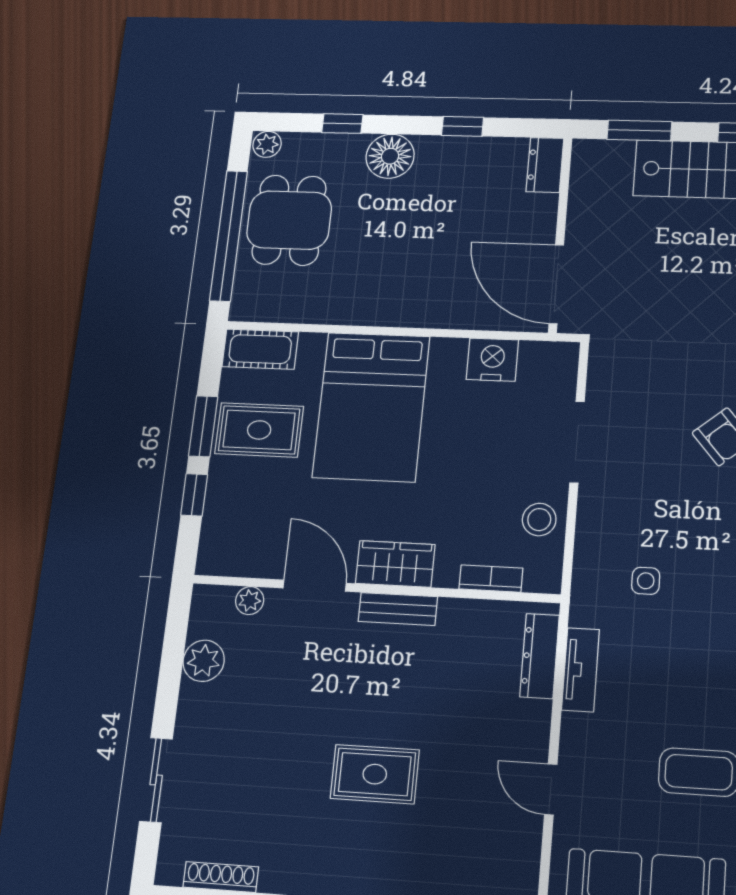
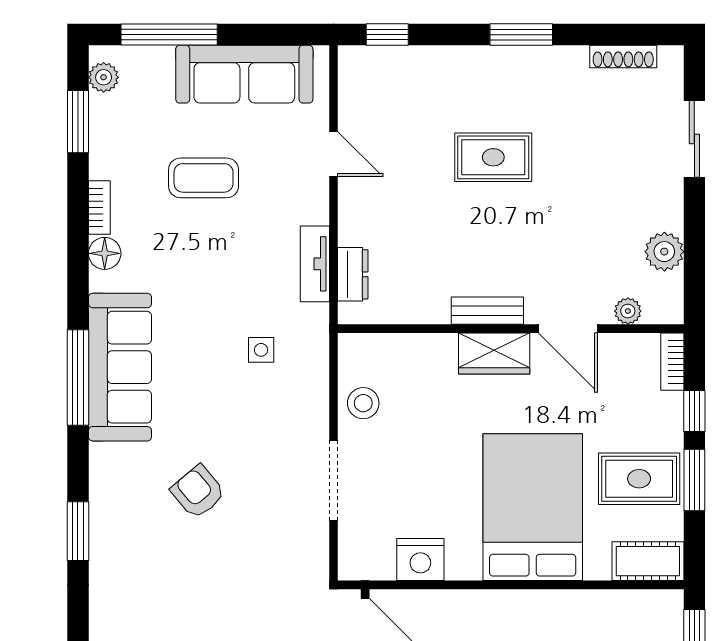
bookcase: (491, 579) -> (672, 362), moved, turned 90
dresser: (540, 656) -> (353, 274), width x0.70

